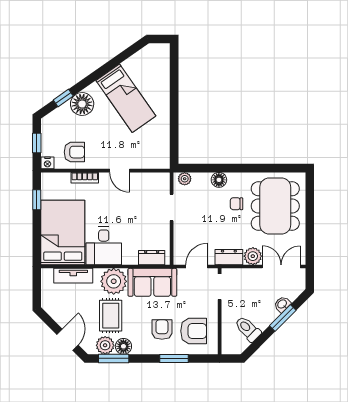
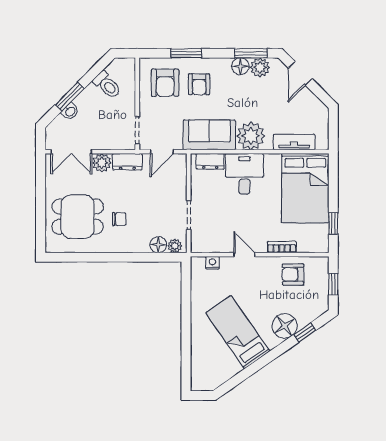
nightstand: (47, 163) -> (212, 263), moved
floor lamp: (219, 180) -> (158, 245), moved
dining table: (275, 206) -> (78, 217), width x0.73
desk: (104, 246) -> (244, 174), moved
rug: (111, 316) -> (254, 99), removed
armchair: (194, 331) -> (165, 83), turned -90

